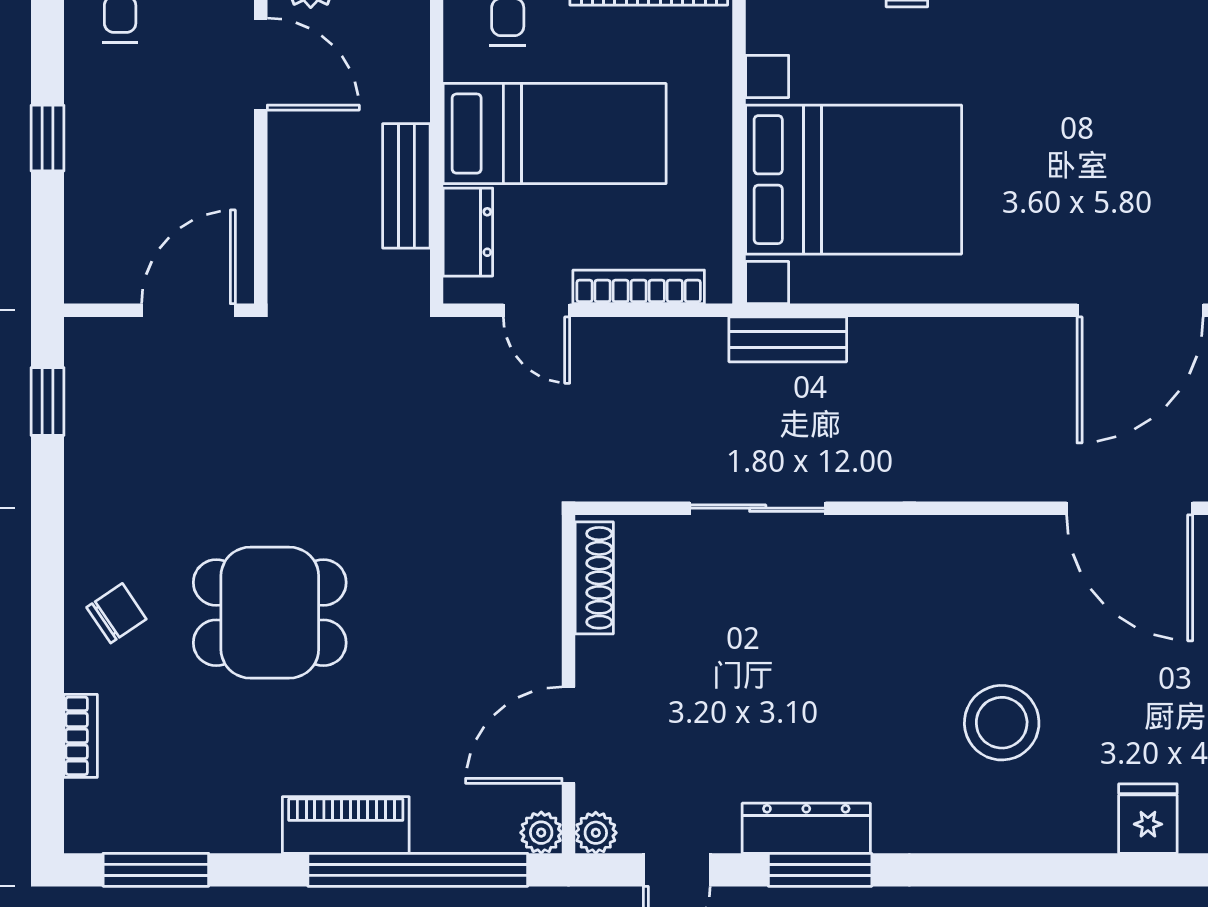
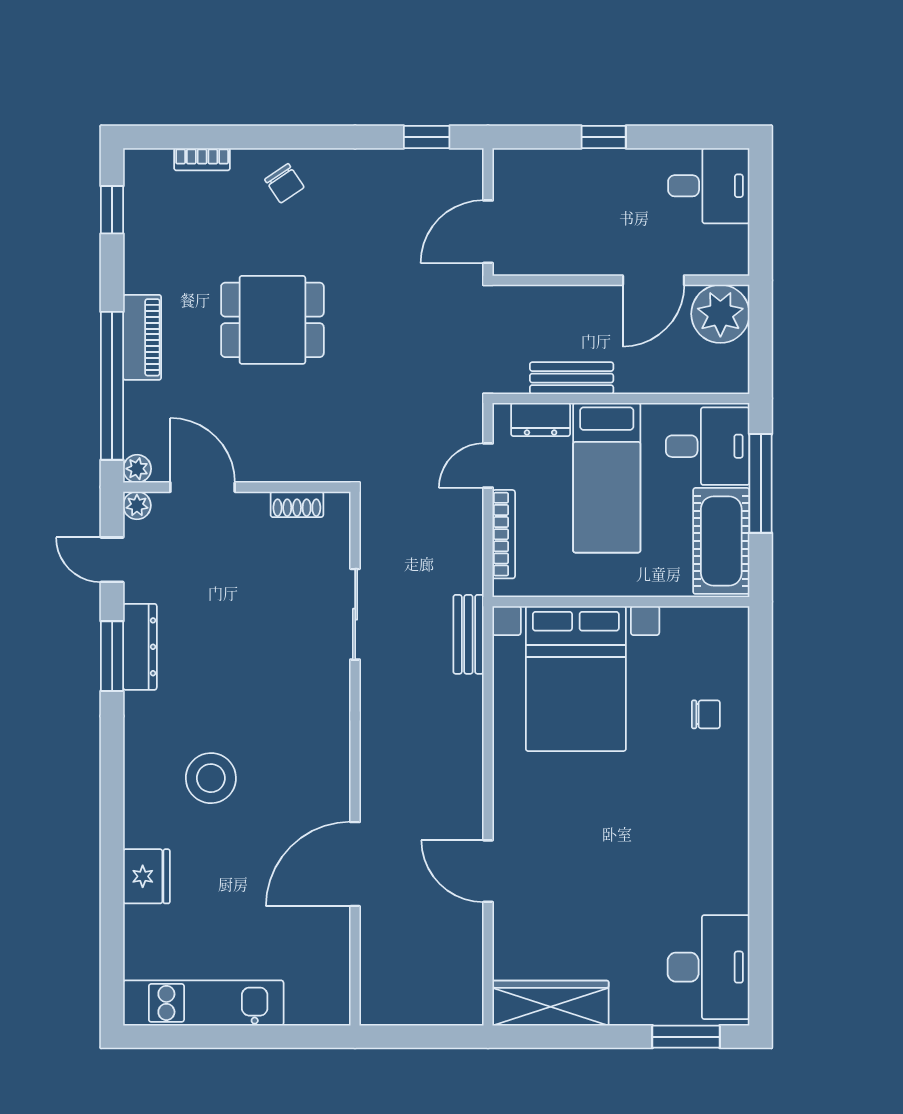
door: (188, 310) -> (488, 232), swing flipped
door: (1140, 310) -> (488, 871), width x0.73
shoe rack: (594, 578) -> (297, 504), width x0.70
dining table: (270, 613) -> (272, 320), moved, turned 90
fridge: (1148, 819) -> (146, 876), width x1.38
window: (156, 870) -> (112, 210), width x0.67

